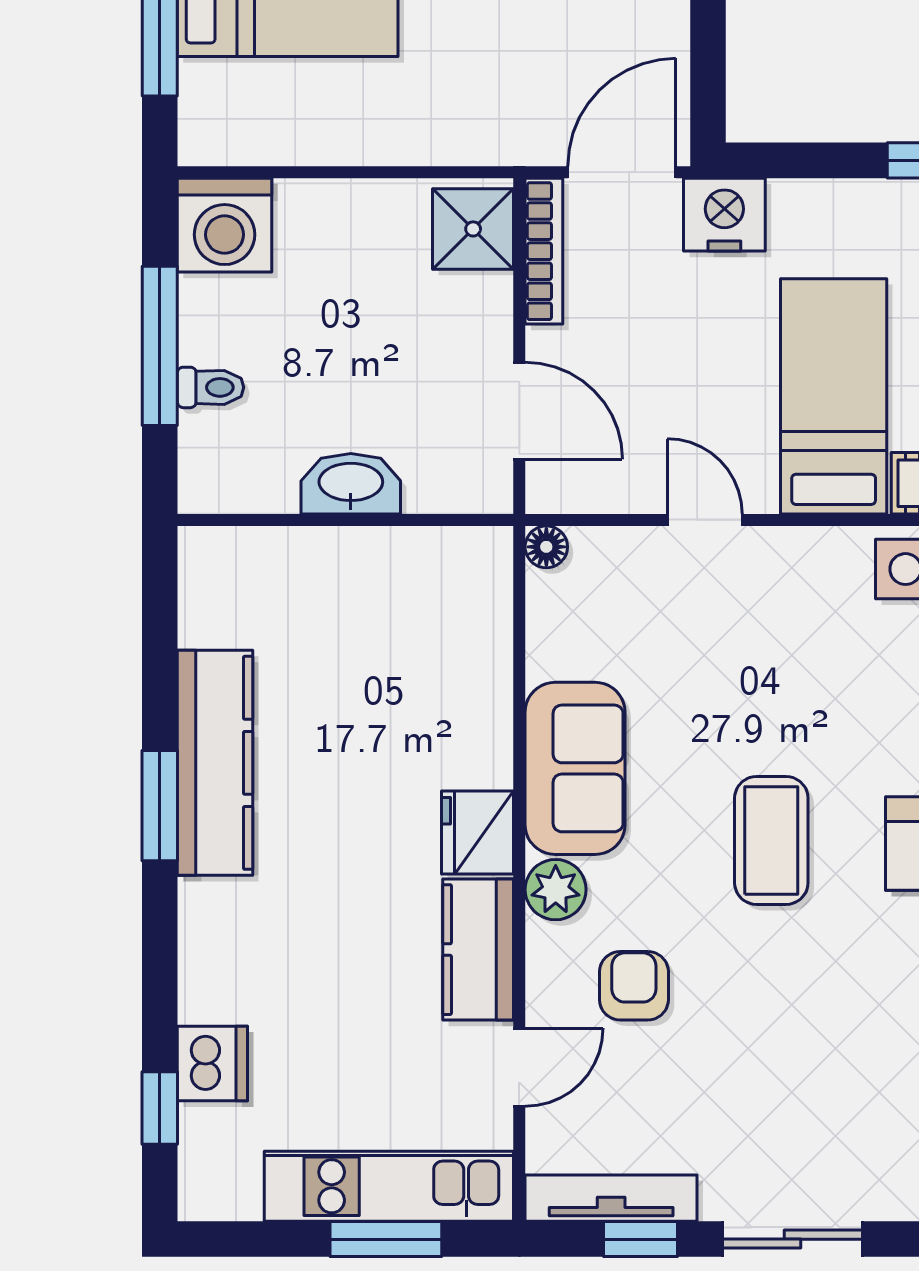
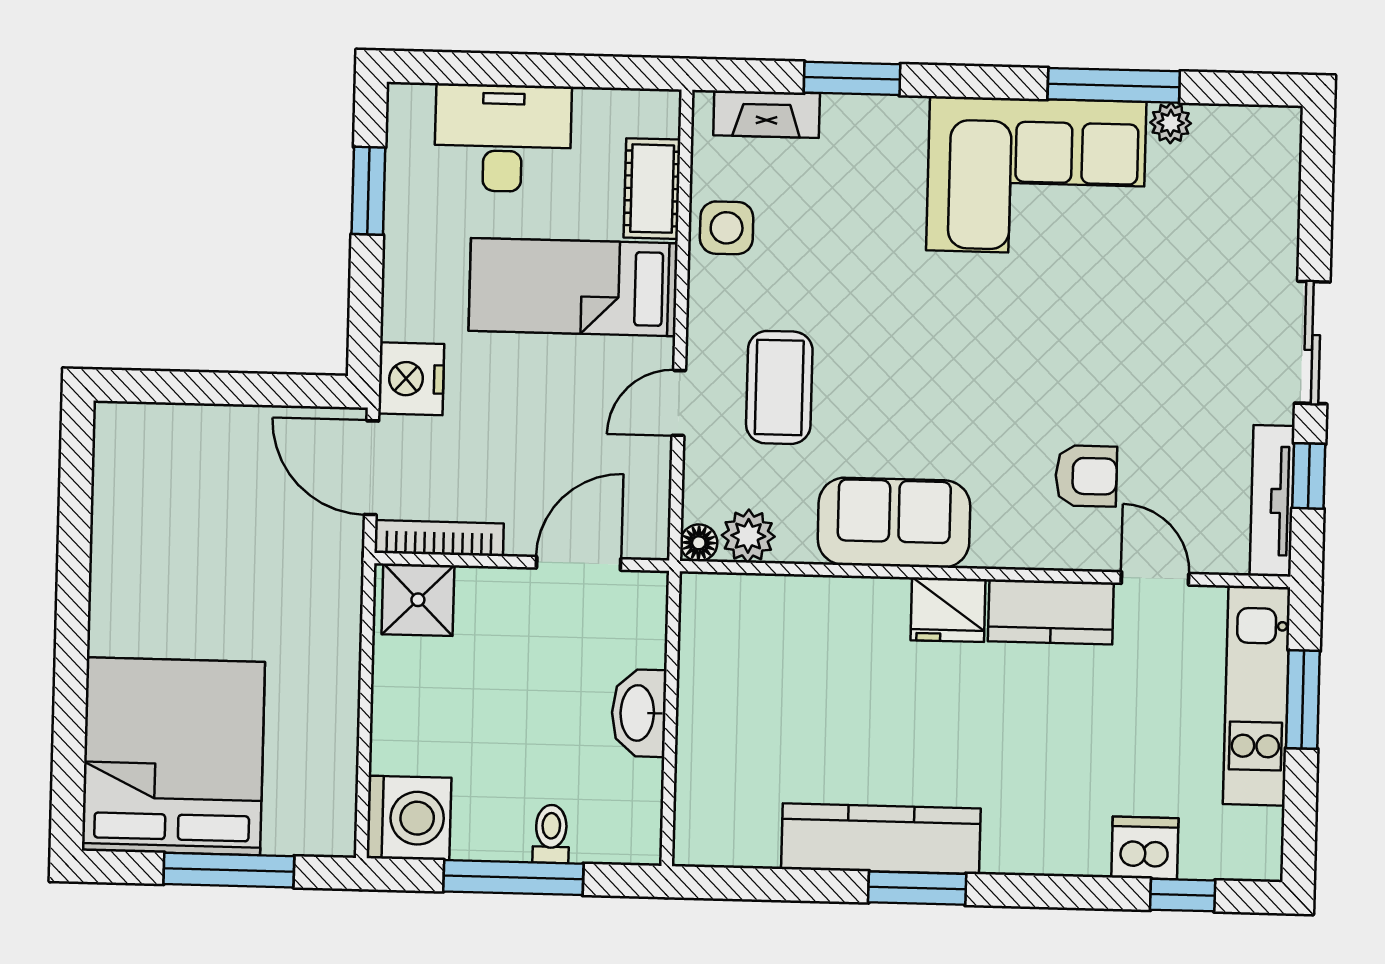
coffee table: (771, 840) -> (779, 387), moved, turned 90
plant: (556, 890) -> (748, 536), moved
armchair: (634, 986) -> (1086, 476), turned 180

